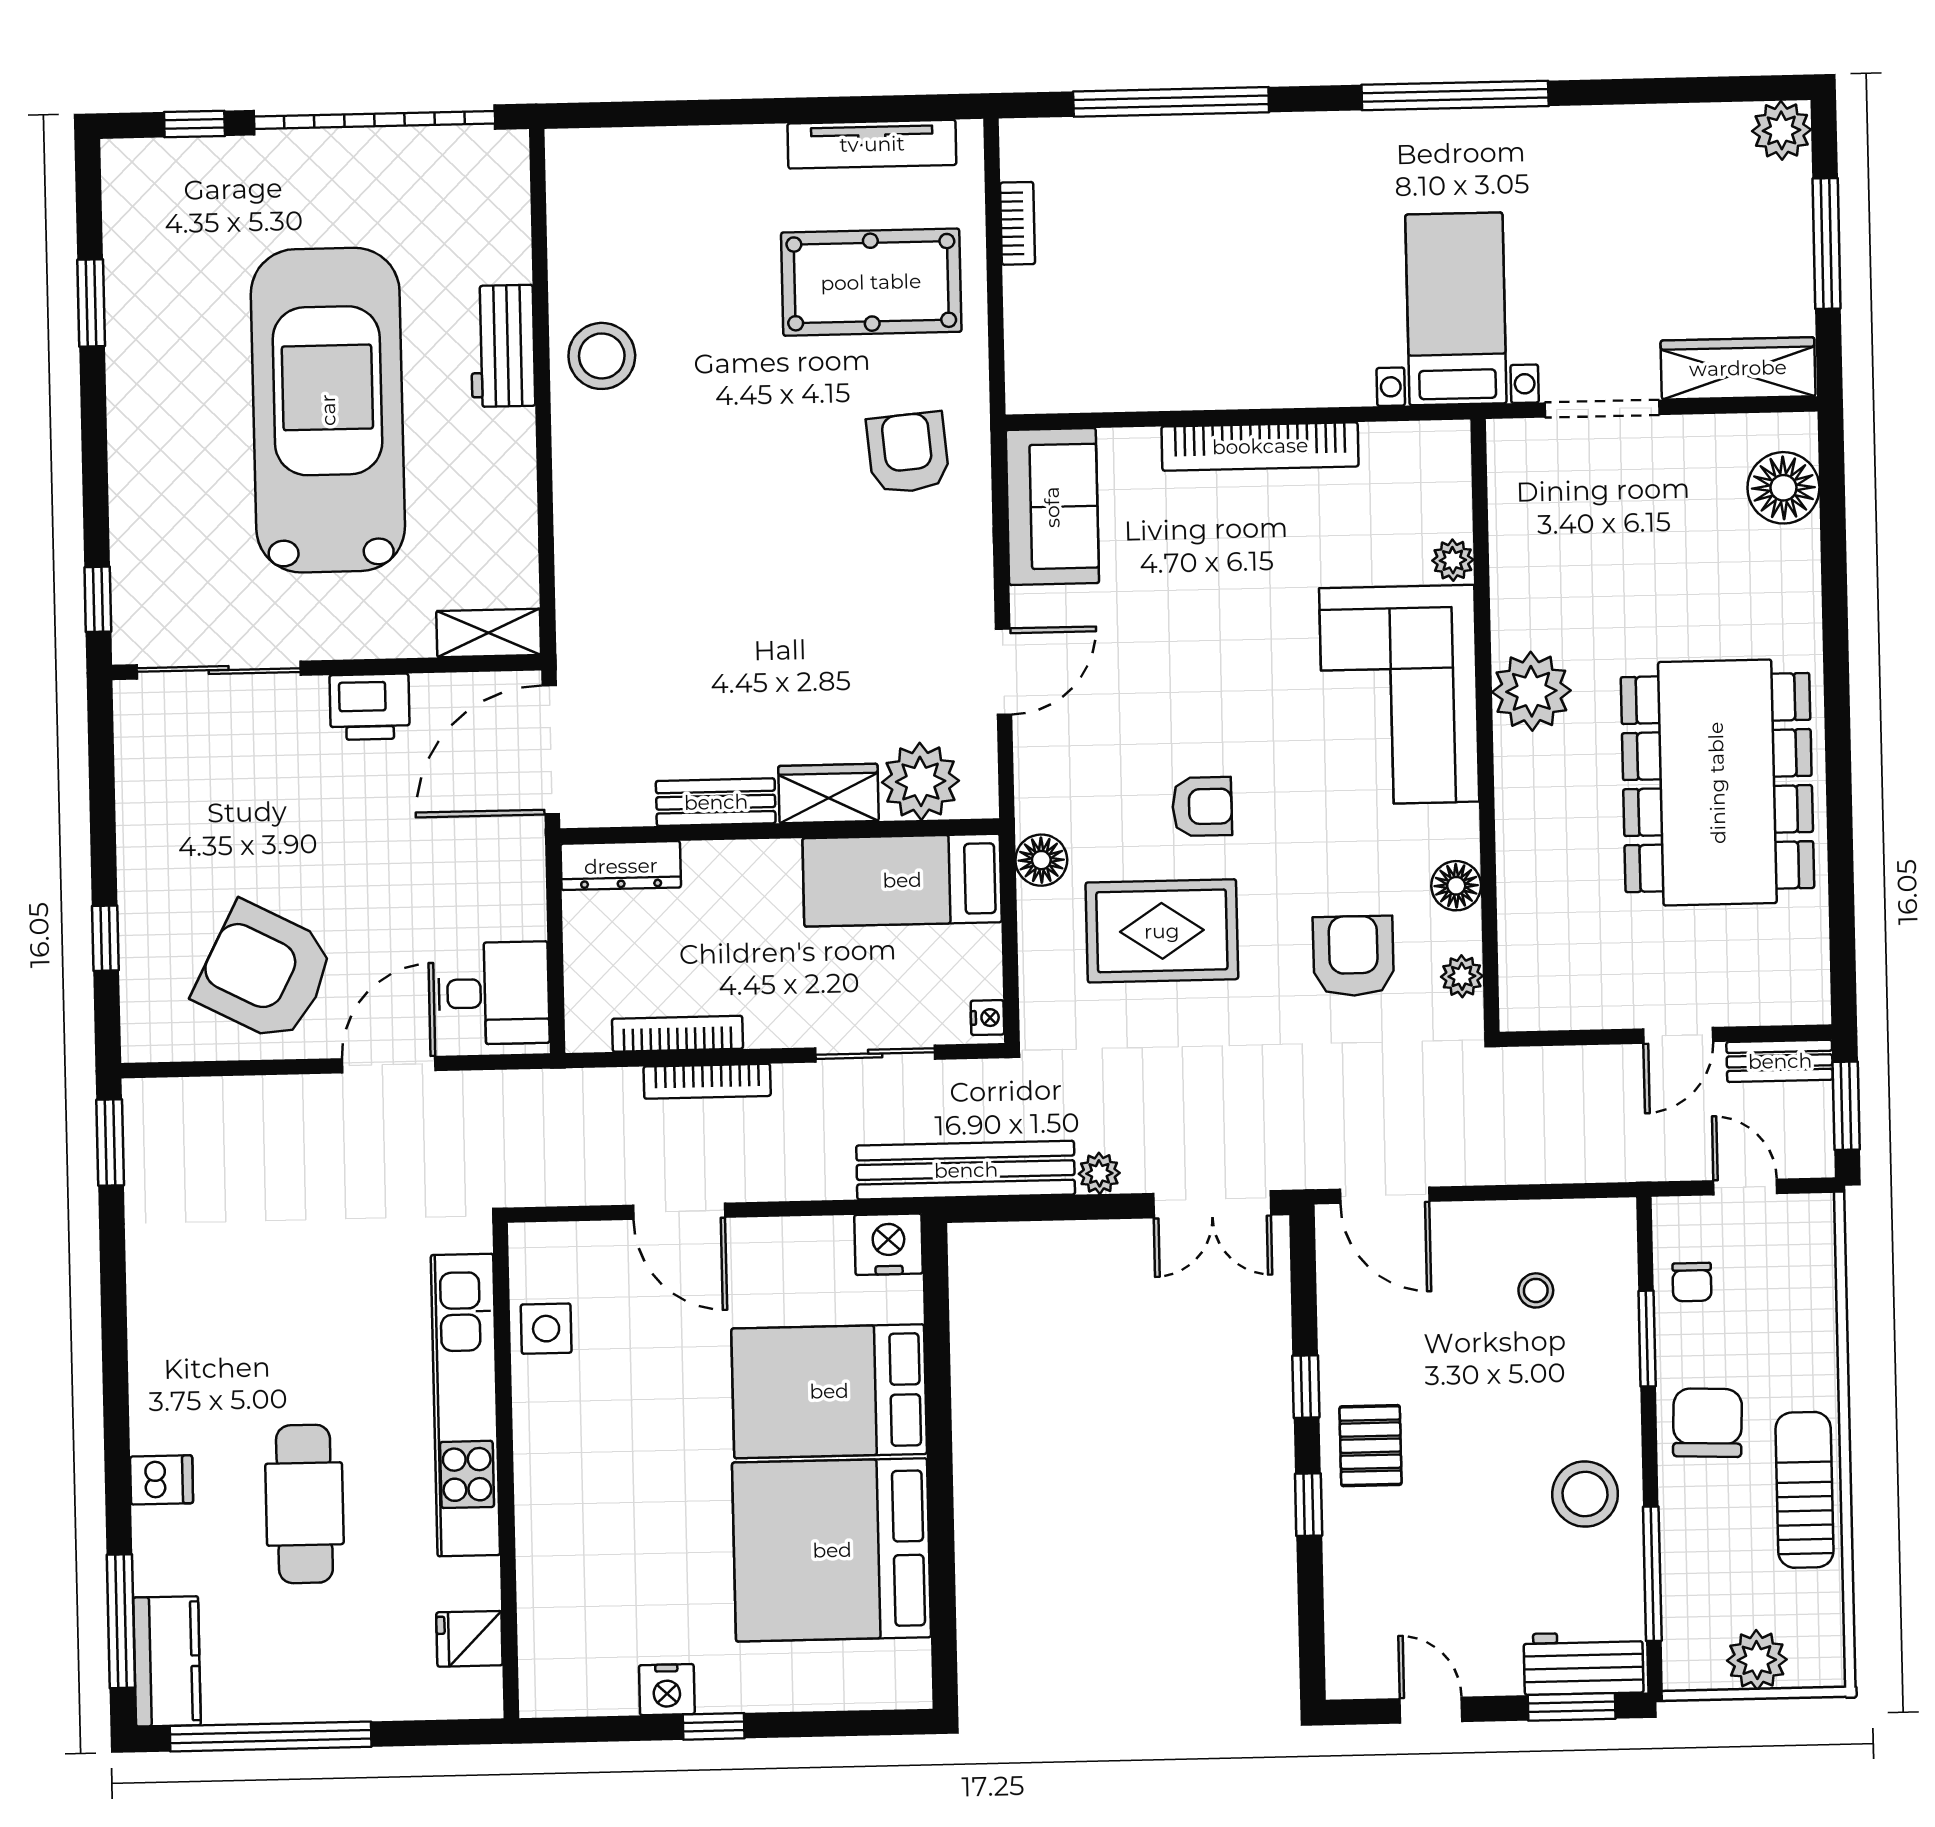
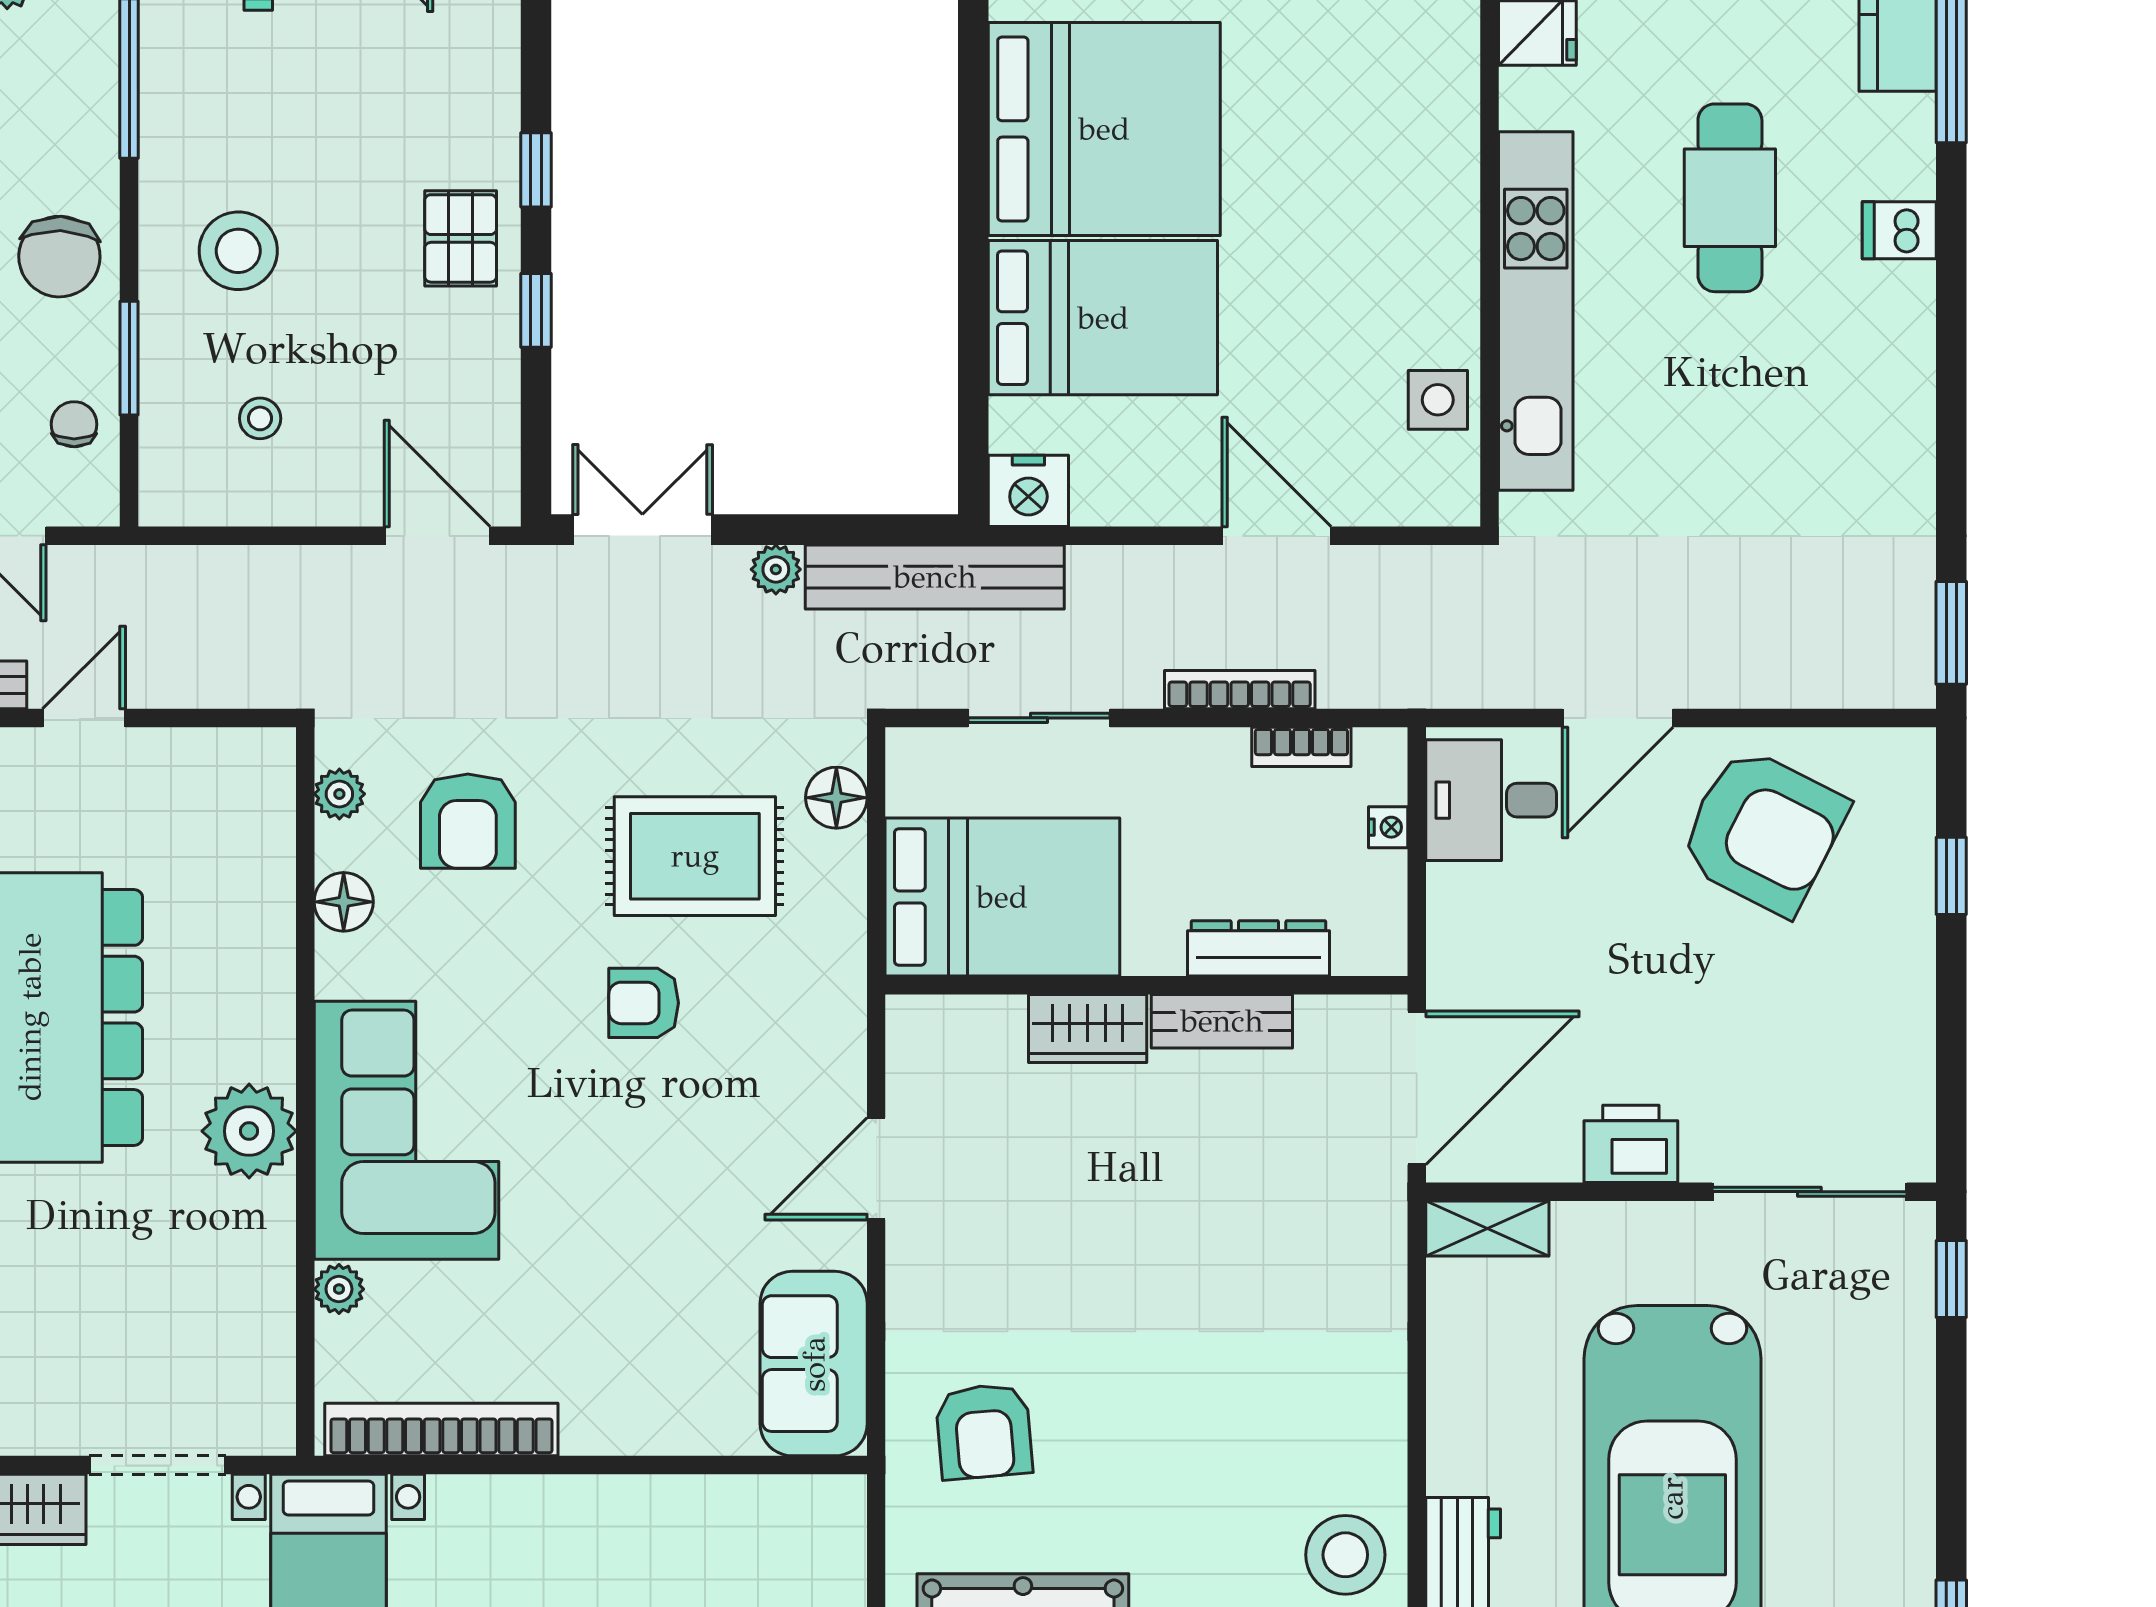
bookcase: (1260, 446) -> (441, 1429), moved
plant: (921, 781) -> (978, 1040), removed
floor lamp: (1041, 860) -> (836, 798), moved
dresser: (621, 866) -> (1259, 948), moved
bed: (902, 880) -> (1002, 897), width x1.50
nightstand: (987, 1018) -> (1388, 827), moved, turned 180
bookcase: (677, 1034) -> (1301, 747), width x0.64
stool: (1585, 1494) -> (238, 251), moved

